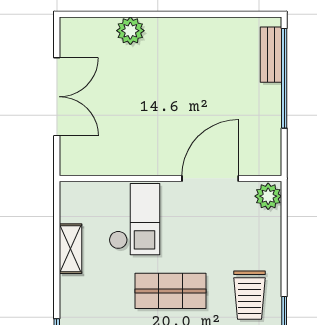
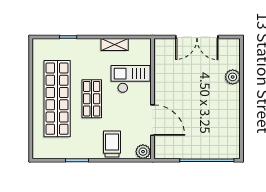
bench: (271, 55) -> (220, 153), removed
checkout: (134, 219) -> (131, 79), turned 180
trolley: (249, 295) -> (112, 144), moved, turned 90

